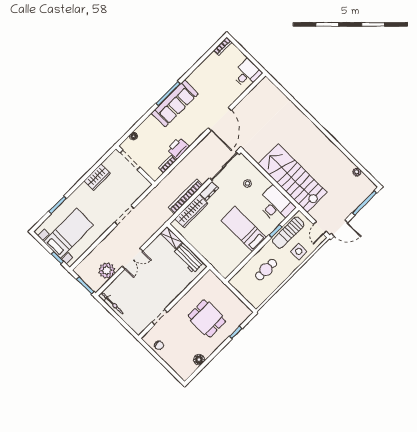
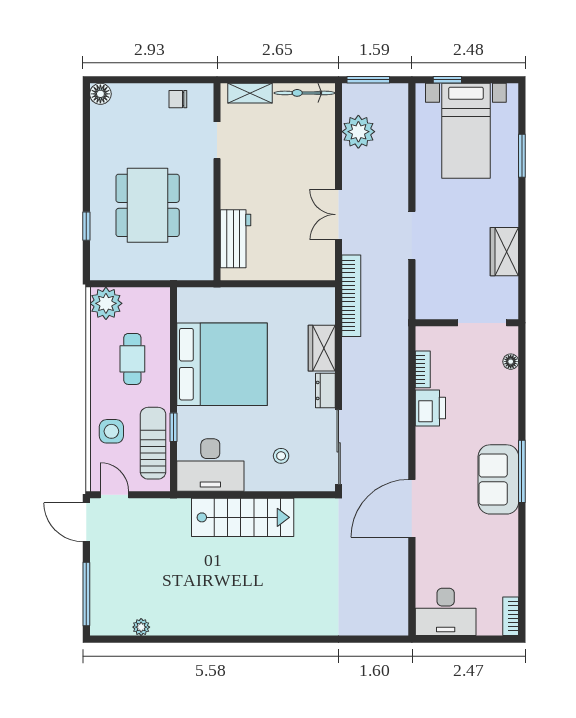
desk: (247, 74) -> (446, 612), width x1.37
sofa: (175, 103) -> (498, 479), width x0.73
door: (220, 119) -> (412, 508), hinge flipped
stairs: (293, 178) -> (243, 517), width x0.73, depth x0.66
bookcase: (185, 196) -> (351, 296), moved
wardrobe: (191, 211) -> (322, 348), width x0.67
door: (339, 228) -> (86, 522), hinge flipped
bed: (244, 229) -> (222, 364), width x2.04
shelving: (171, 238) -> (250, 93), moved
workbench: (188, 258) -> (236, 239), moved, turned 90
double door: (132, 259) -> (339, 215), moved
plant: (256, 298) -> (106, 303), added
dining table: (207, 318) -> (148, 205), width x1.37
floor lamp: (199, 360) -> (100, 94), moved

